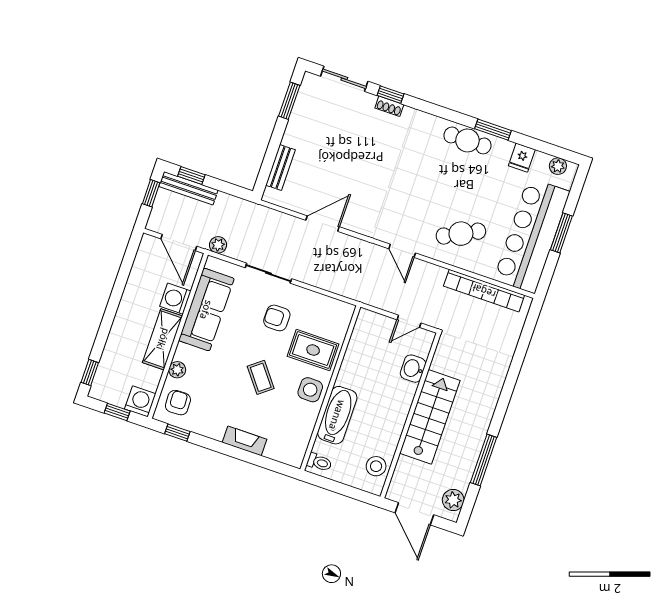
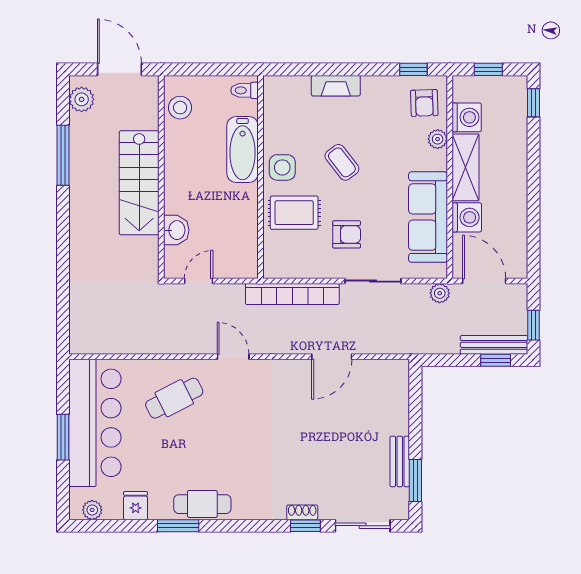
bench: (280, 168) -> (400, 461), moved
bookcase: (484, 291) -> (292, 294), moved, turned 180
washing machine: (140, 401) -> (467, 117), moved, turned -90

